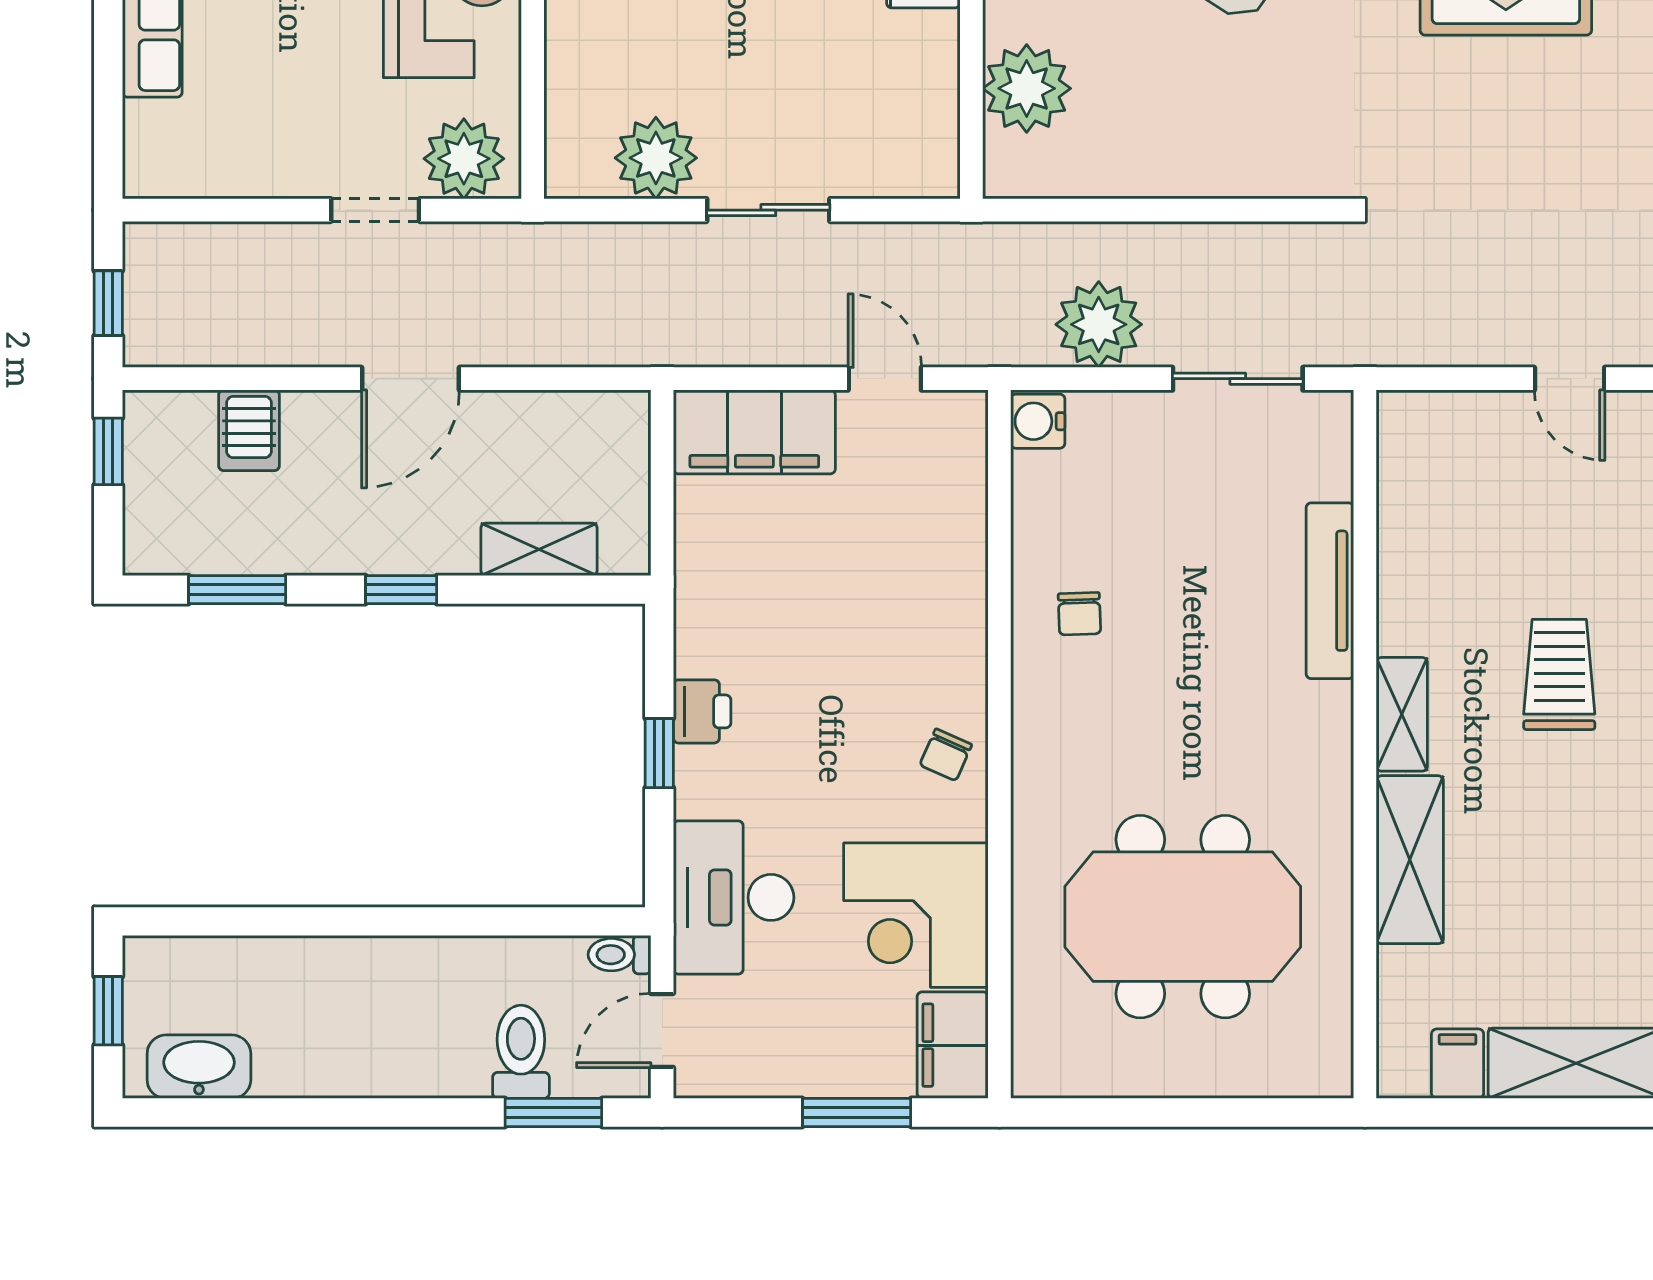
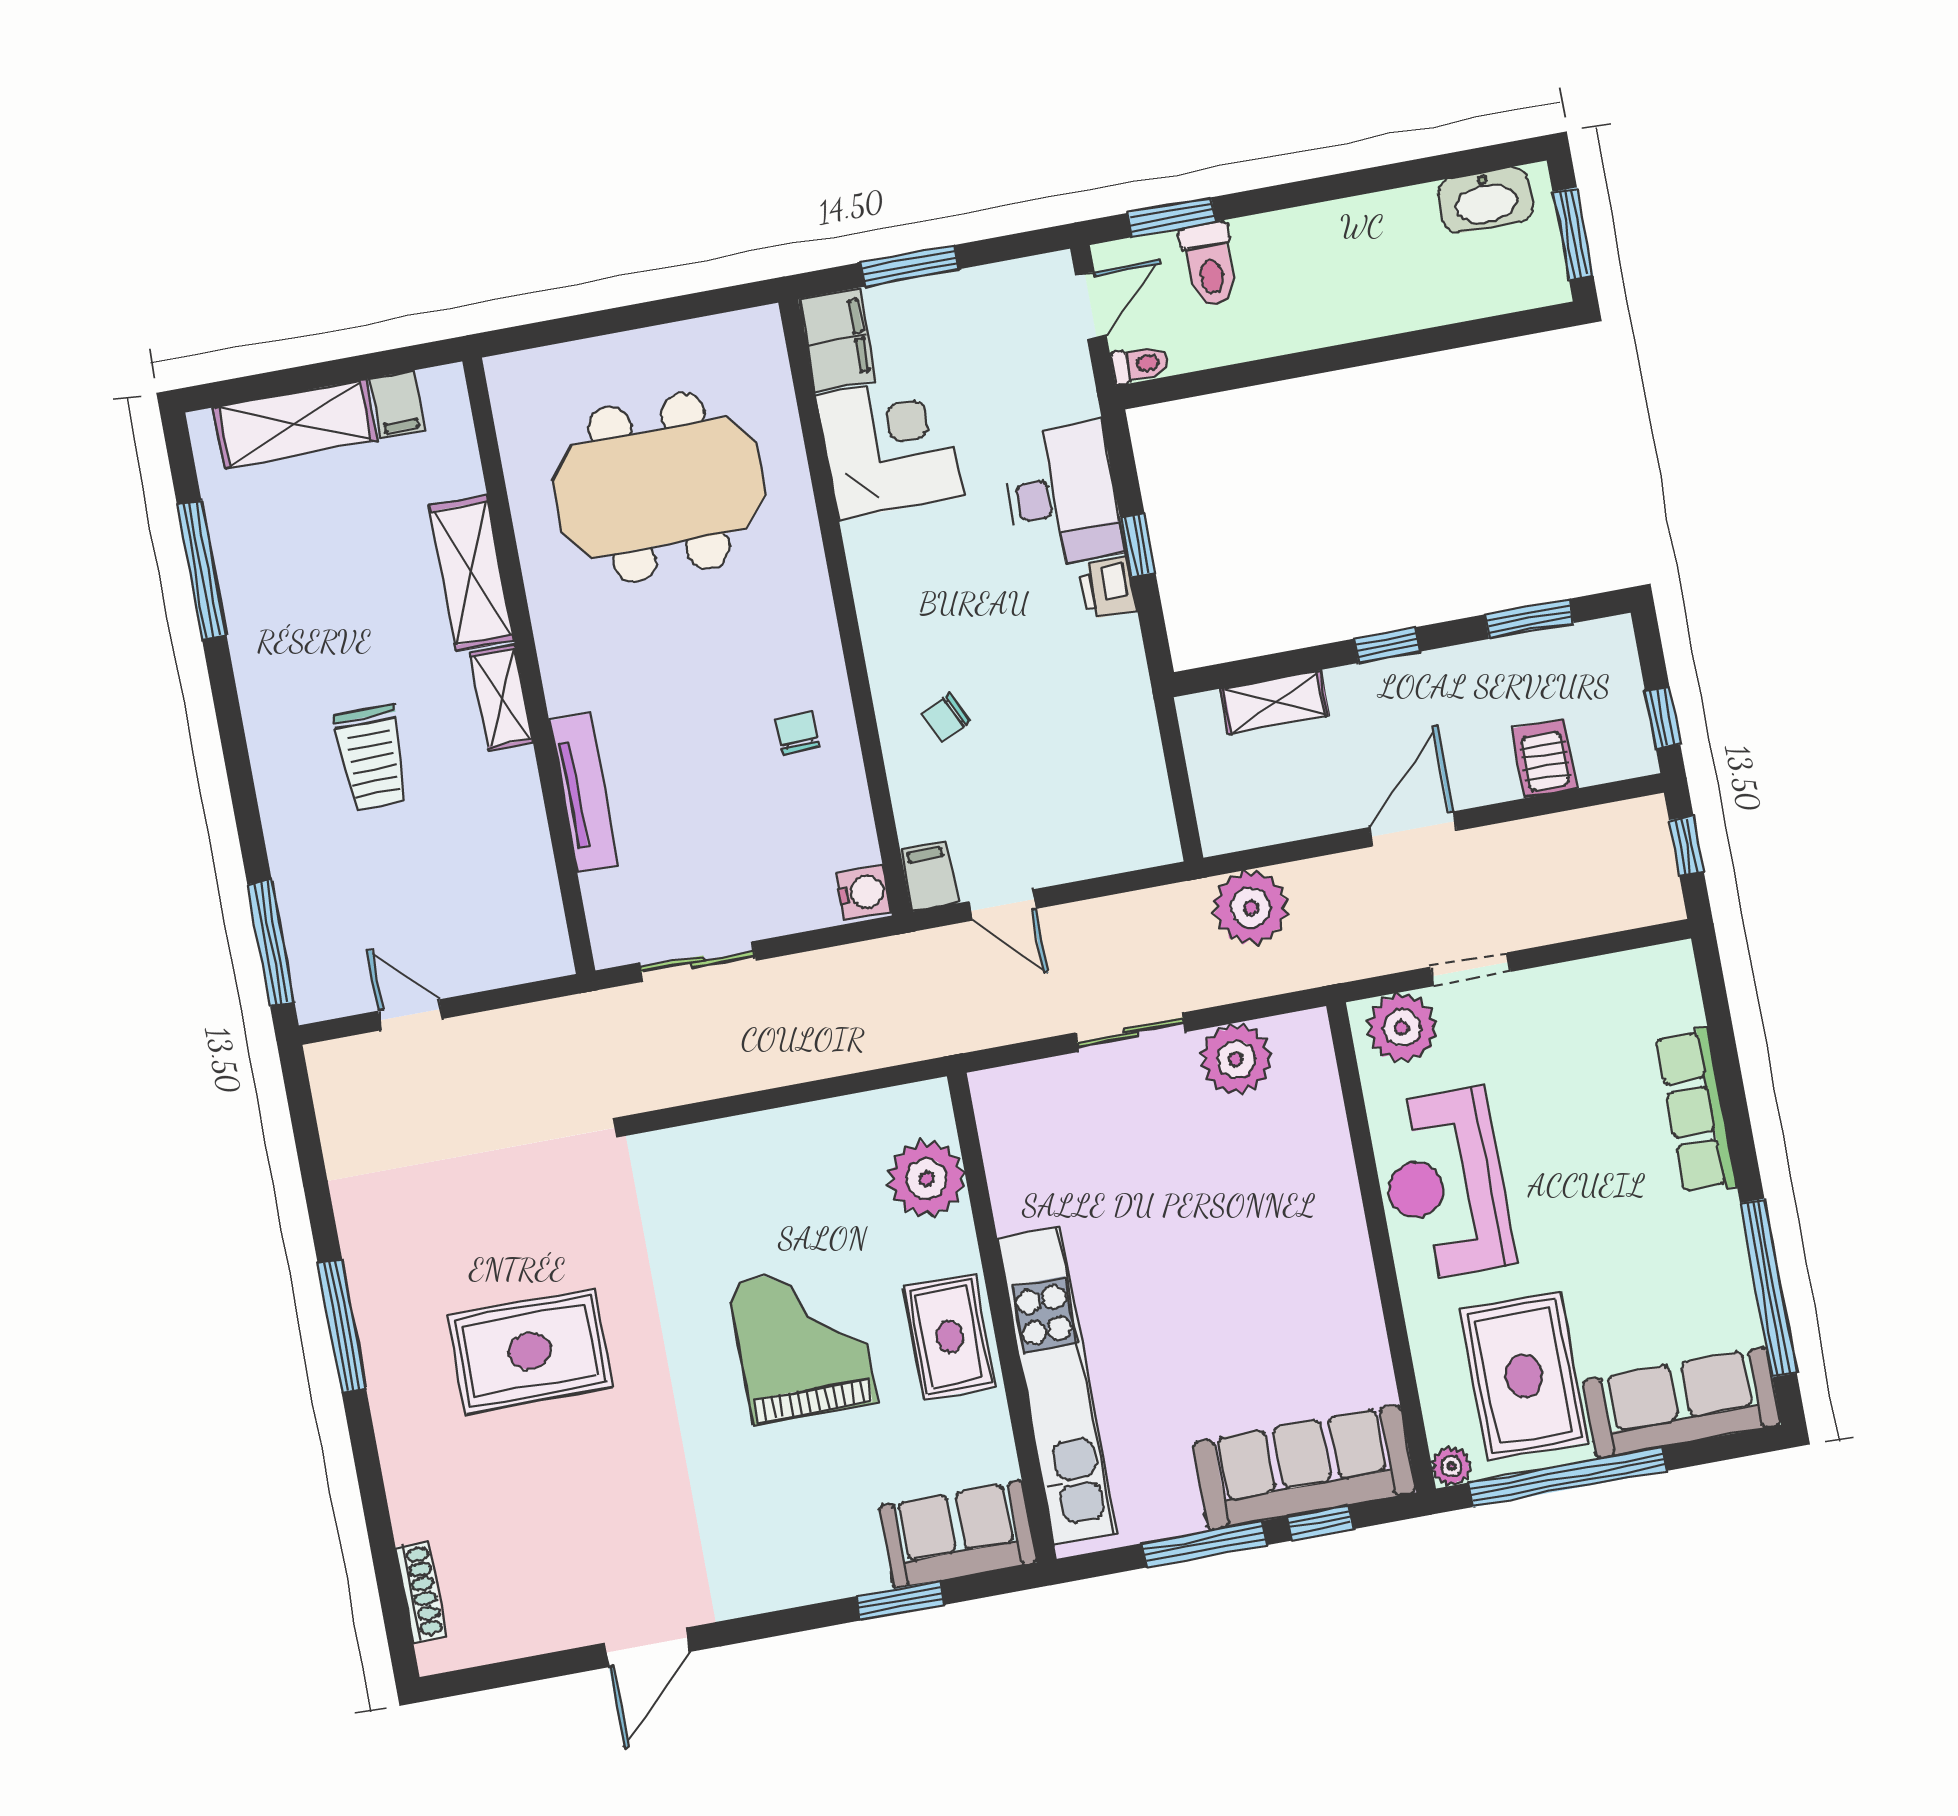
plant: (1099, 324) -> (1251, 908), moved
filing cabinet: (754, 432) -> (929, 876), moved, width x0.33, depth x0.86
chair: (946, 755) -> (946, 718), moved, turned -141
desk: (734, 897) -> (1062, 495), moved
window: (108, 1011) -> (1573, 234), width x1.50

